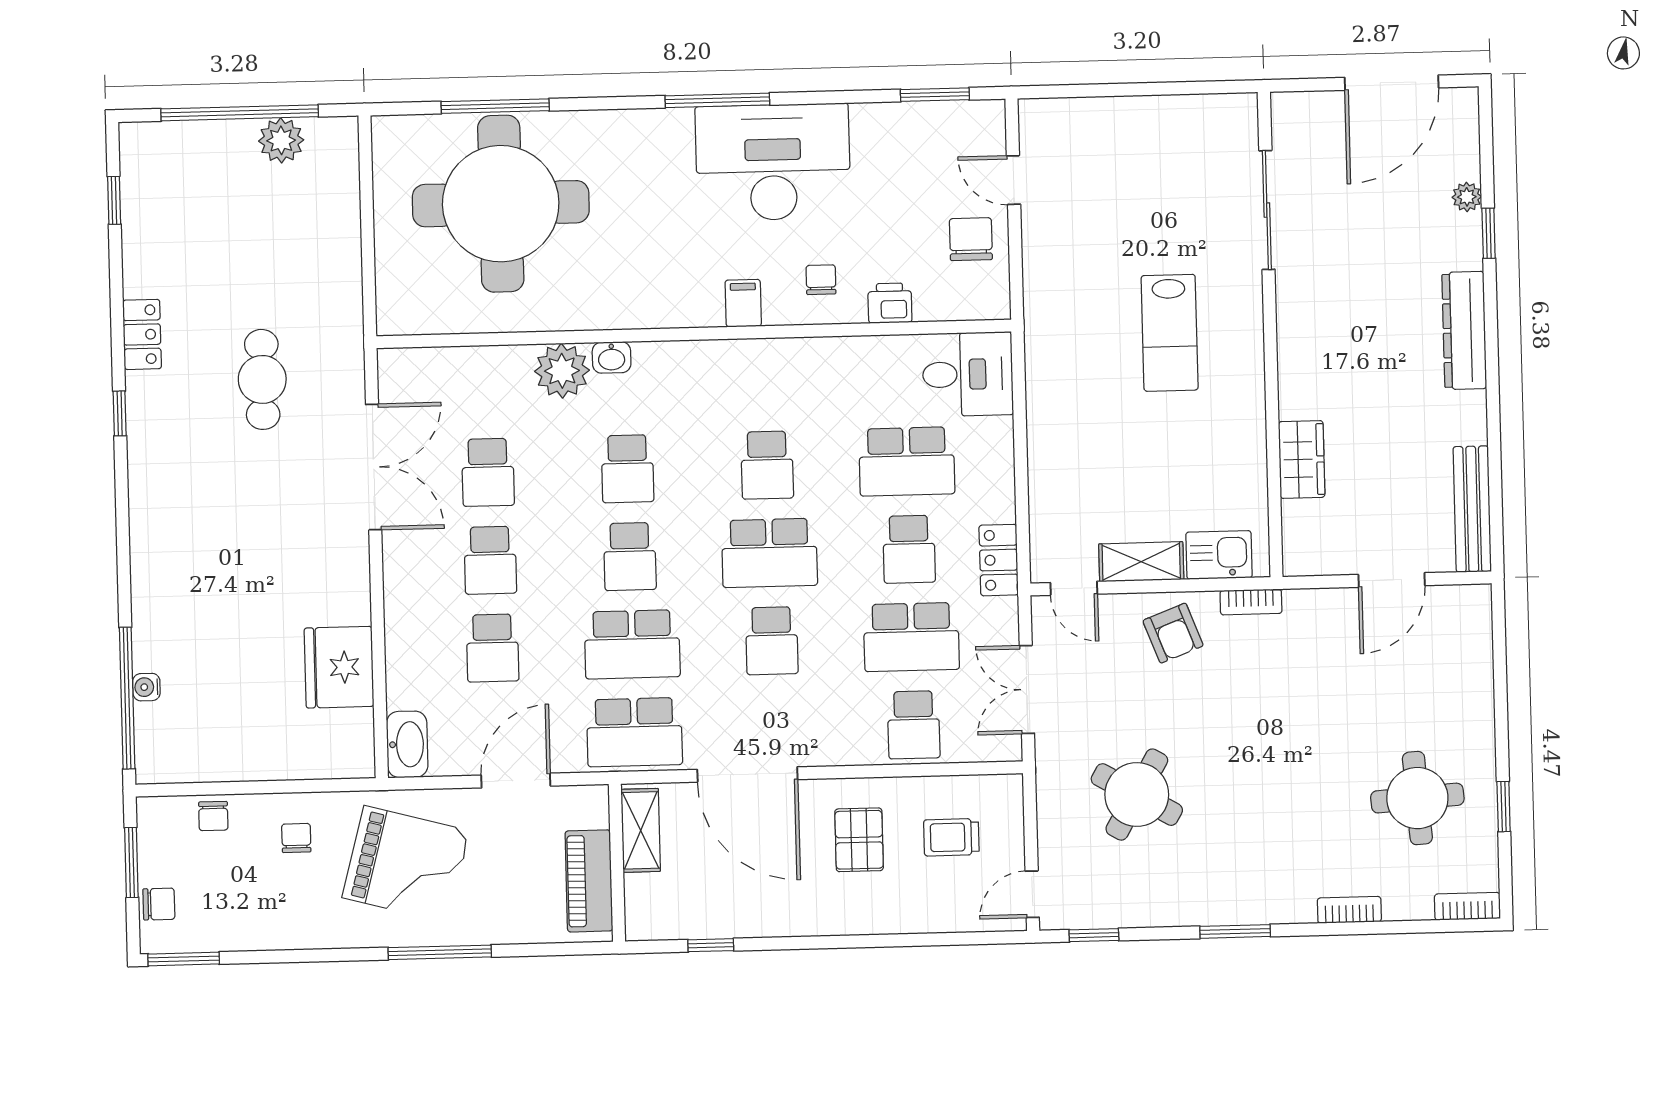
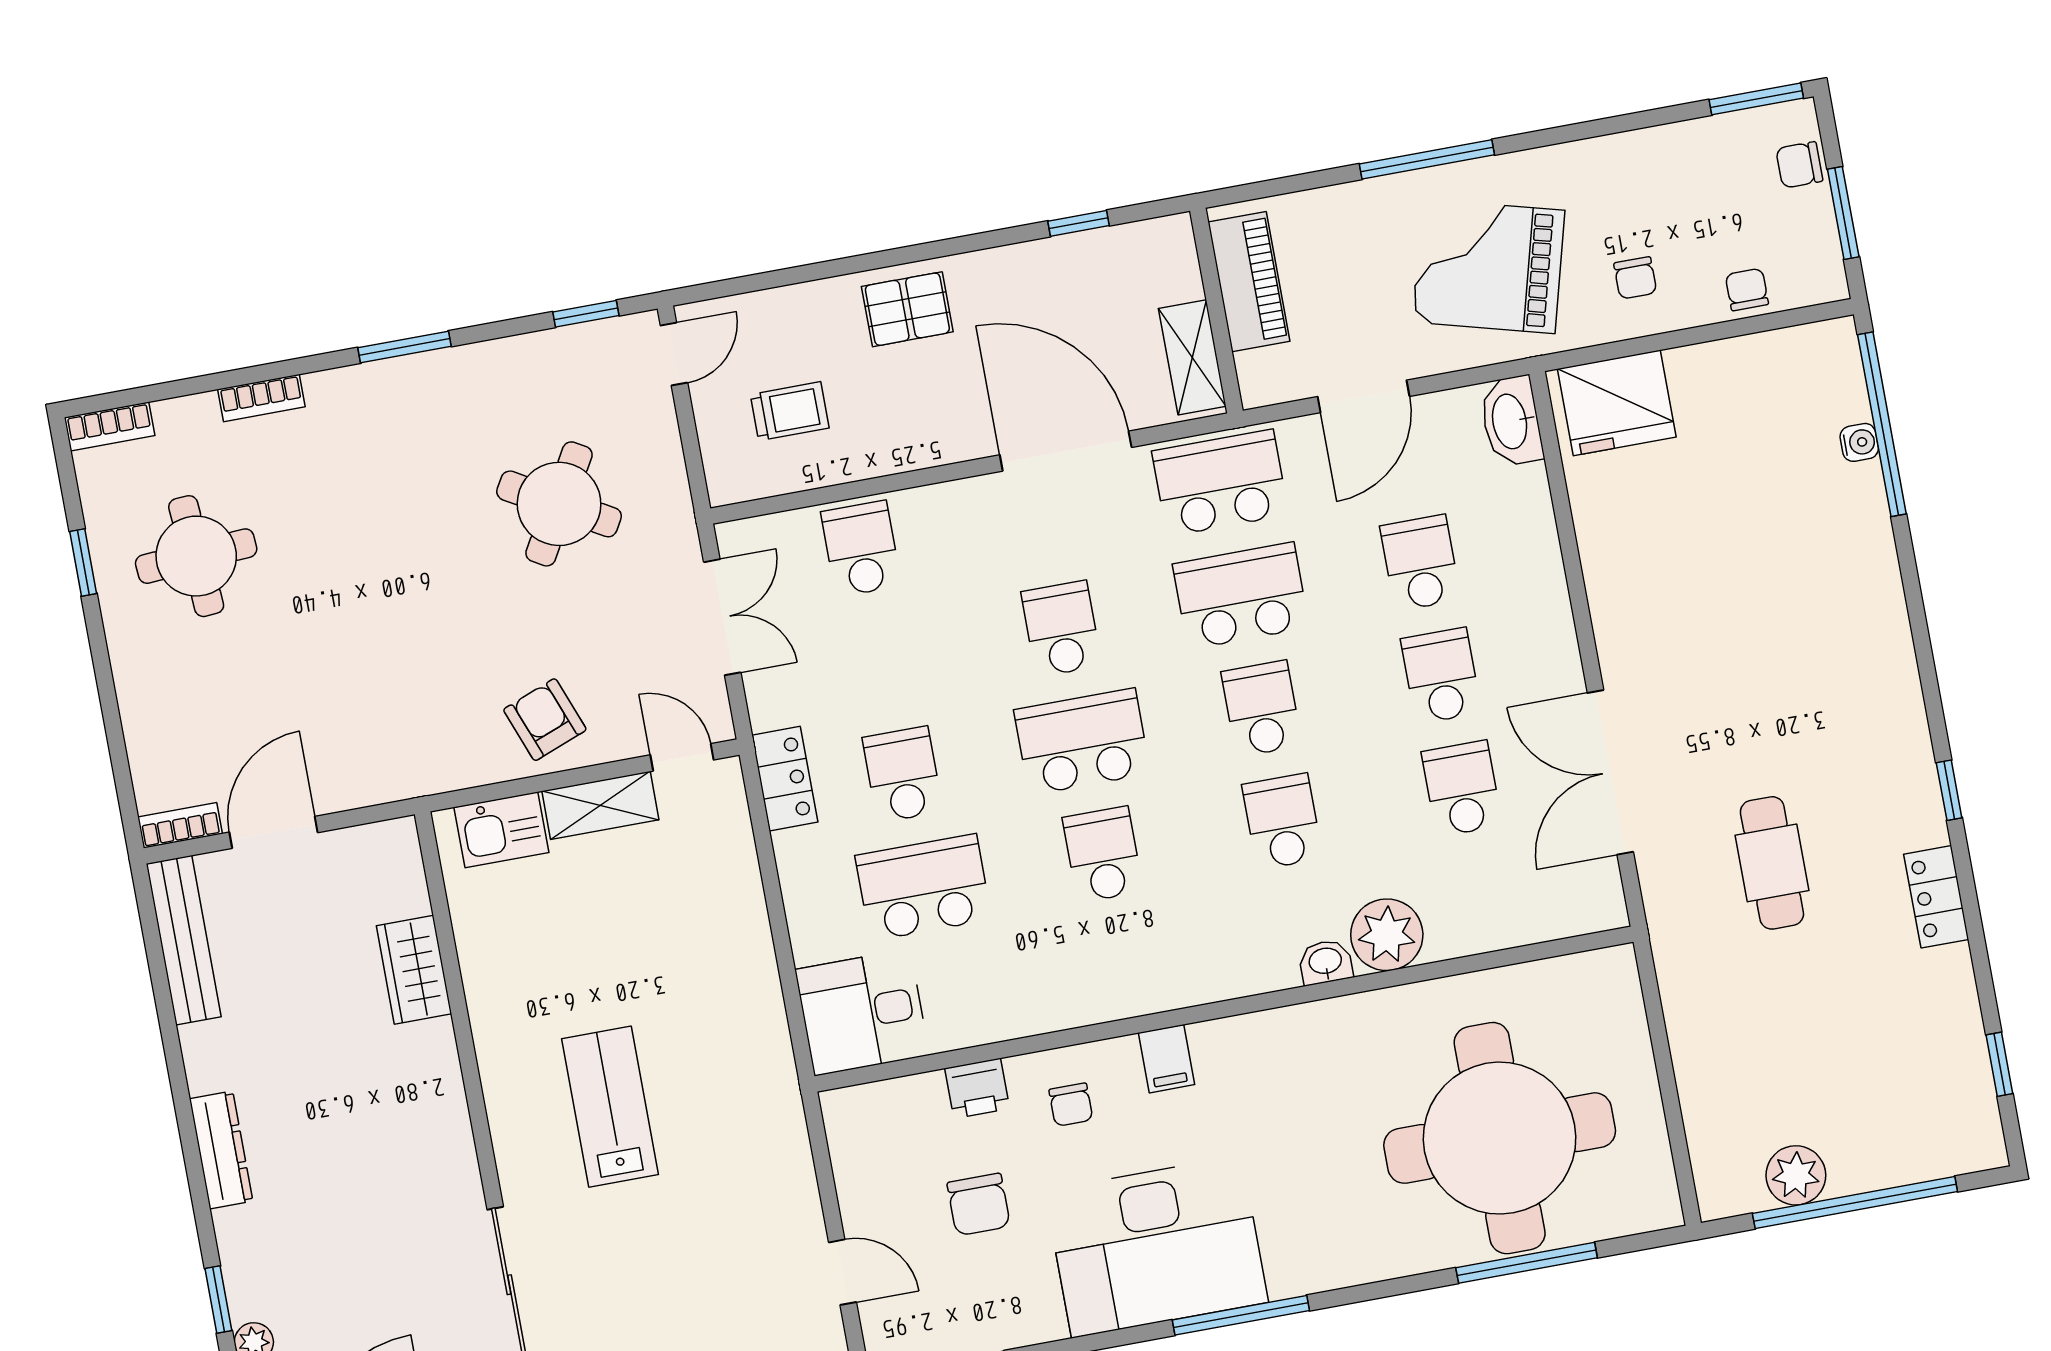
chair: (971, 239) -> (979, 1204), moved
dresser: (1464, 330) -> (221, 1150), width x0.73, depth x0.80
bookcase: (1251, 602) -> (180, 825), moved
school desk: (911, 637) -> (882, 662), removed
fridge: (339, 667) -> (1617, 403), moved, turned 90
pallet: (859, 840) -> (907, 309), moved, turned 90

